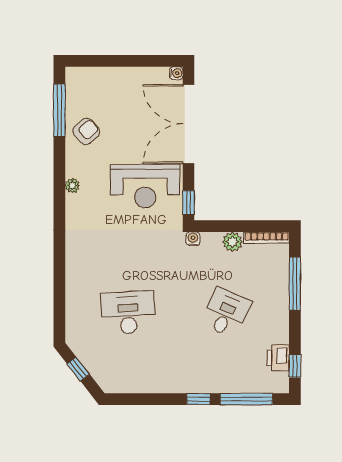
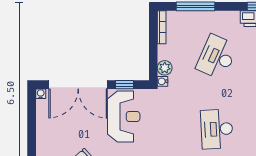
window: (189, 203) -> (125, 85), moved
plant: (232, 242) -> (165, 68), moved
desk: (226, 313) -> (217, 57), width x1.37

